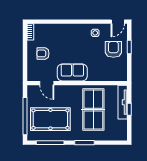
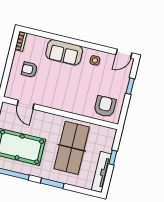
armchair: (113, 49) -> (105, 106), moved
sofa: (72, 72) -> (64, 52), moved, turned 180
tv unit: (123, 102) -> (101, 172), moved

